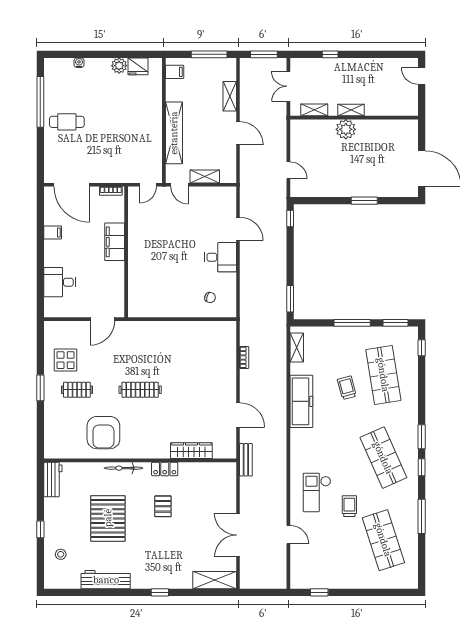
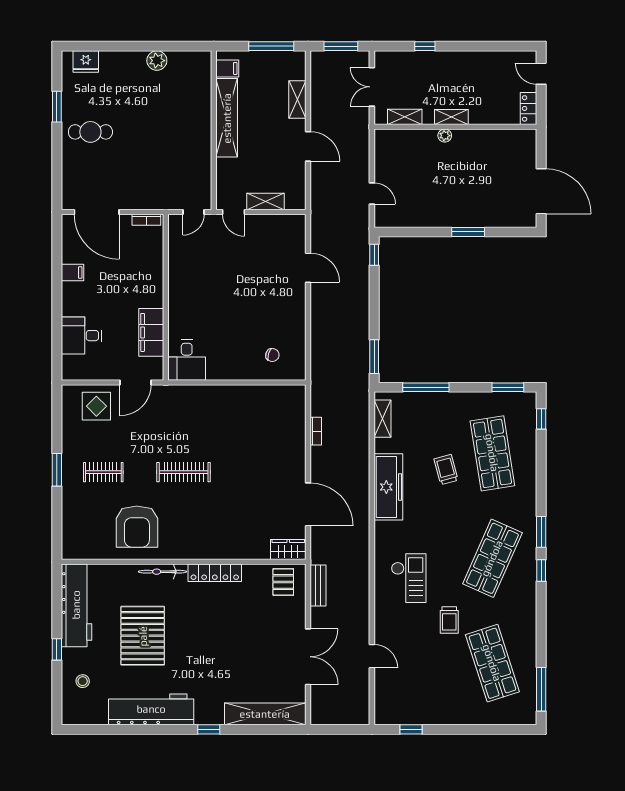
water cooler: (79, 63) -> (106, 57), removed
fridge: (138, 66) -> (86, 61), moved
window: (40, 102) -> (57, 107), width x0.47
locker: (412, 103) -> (529, 108), added
plant: (346, 129) -> (445, 136), width x0.53, depth x0.53
shelving: (174, 133) -> (227, 118), moved
filing cabinet: (115, 242) -> (151, 332), moved
desk: (220, 257) -> (187, 360), moved, turned 90
window: (352, 323) -> (426, 387), moved
display table: (66, 360) -> (96, 406), moved
door: (238, 415) -> (308, 504), width x1.36
wardrobe: (191, 451) -> (288, 550), moved, width x0.67
shop shelf: (383, 458) -> (492, 558), turned 48
bench: (246, 460) -> (318, 586), moved
locker: (165, 469) -> (215, 573), width x1.53
workbench: (53, 479) -> (76, 605), width x1.88, depth x1.32
checkout: (317, 492) -> (409, 578), moved, turned 180
pallet: (163, 506) -> (283, 582), moved
trolley: (349, 506) -> (449, 620), turned 180
window: (422, 516) -> (541, 689), moved
double door: (238, 535) -> (308, 657), swing flipped
workbench: (106, 580) -> (151, 709), width x1.36, depth x1.32
shelving: (215, 580) -> (265, 714), width x1.47

